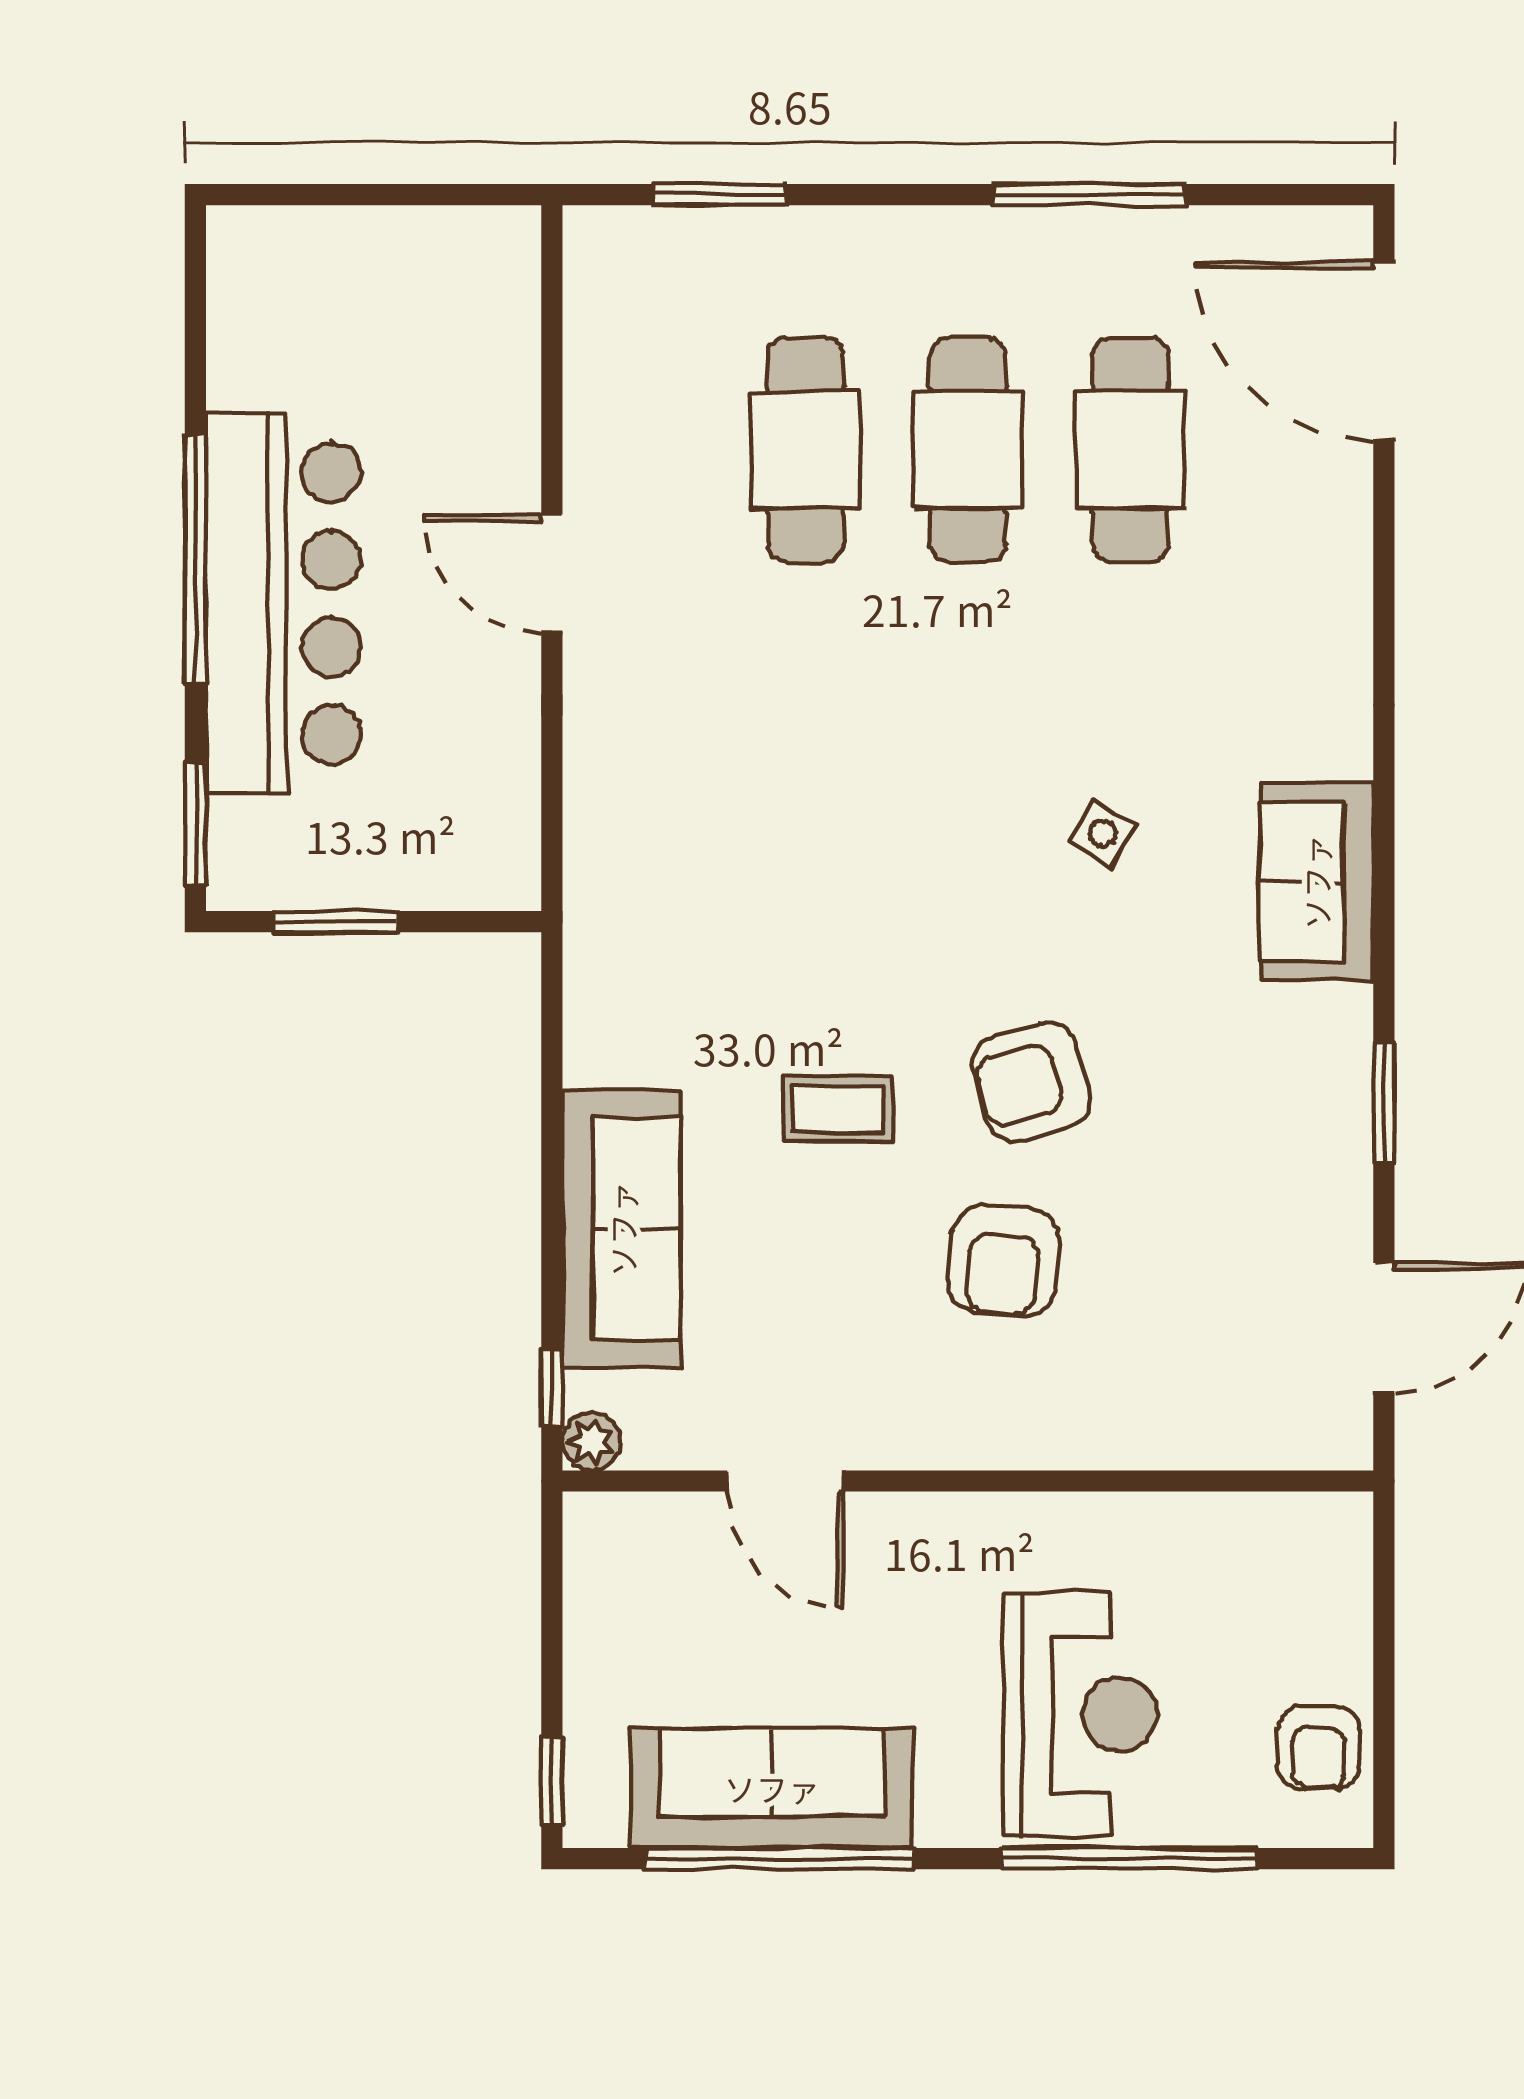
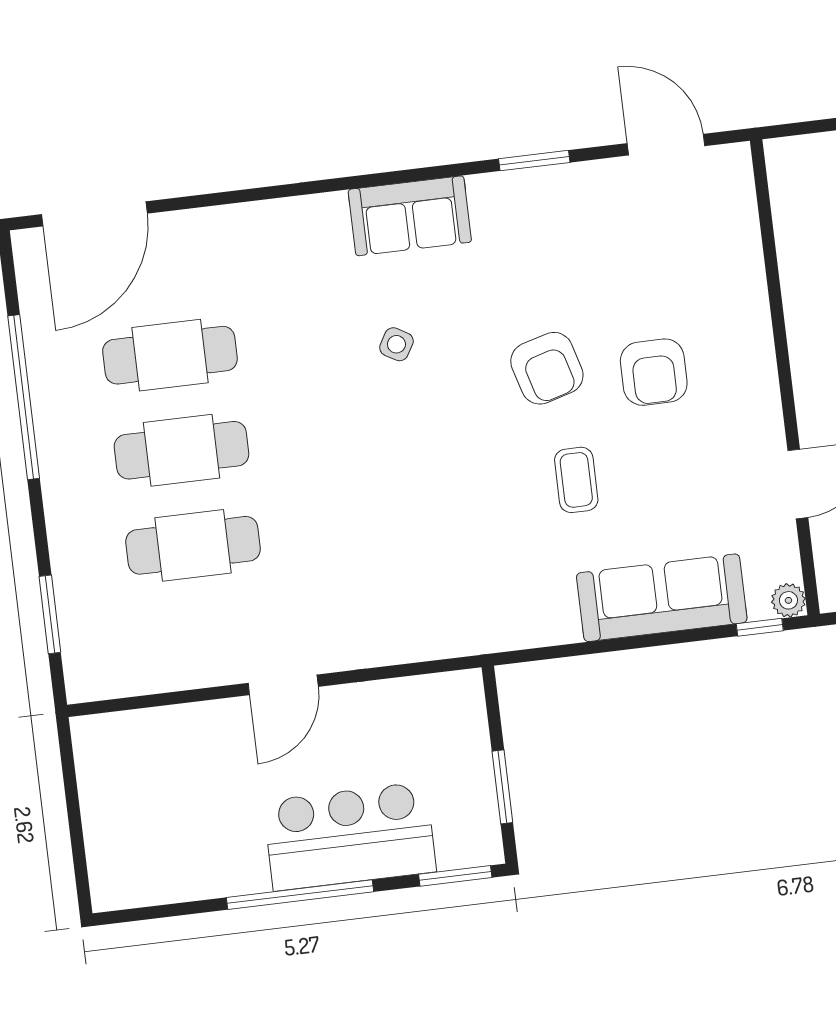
window: (1090, 195) -> (24, 397), width x1.46
bar counter: (283, 603) -> (350, 836), width x0.73
armchair: (1003, 1261) -> (654, 372), turned 85

